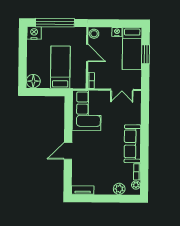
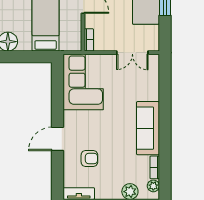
armchair: (91, 165) -> (89, 159), added

